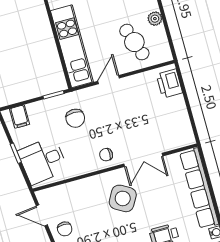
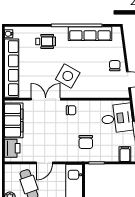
door: (109, 80) -> (44, 163), moved
chair: (75, 118) -> (86, 142), turned 180
filing cabinet: (177, 120) -> (14, 120), added

